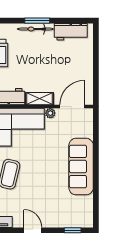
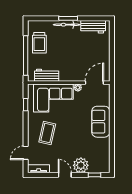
shelving: (40, 99) -> (70, 77), removed
sofa: (81, 167) -> (101, 122), width x0.73
plant: (54, 217) -> (81, 165), added

